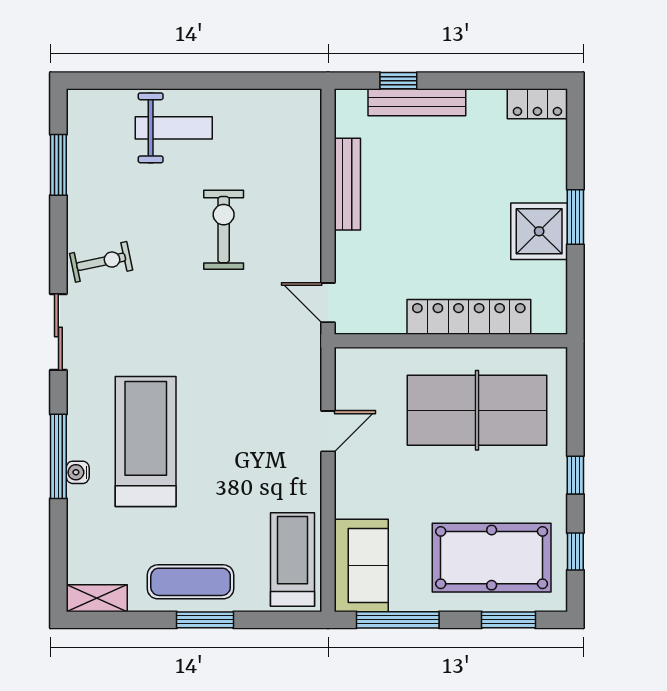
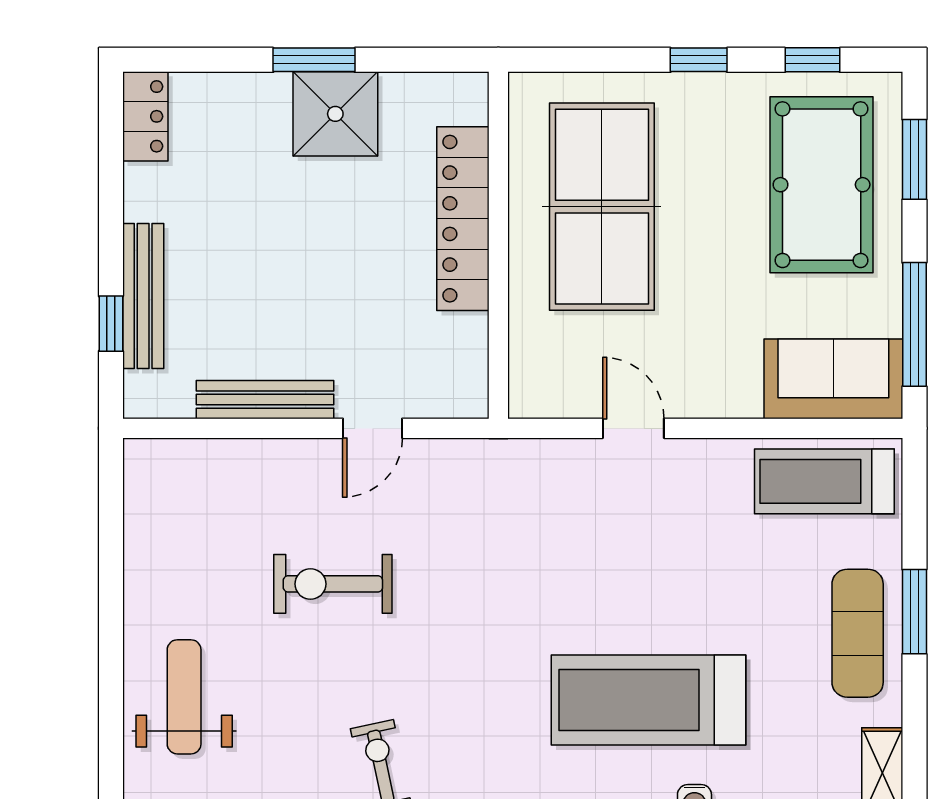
weight bench: (174, 128) -> (184, 697), moved
door: (328, 303) -> (372, 428), moved

